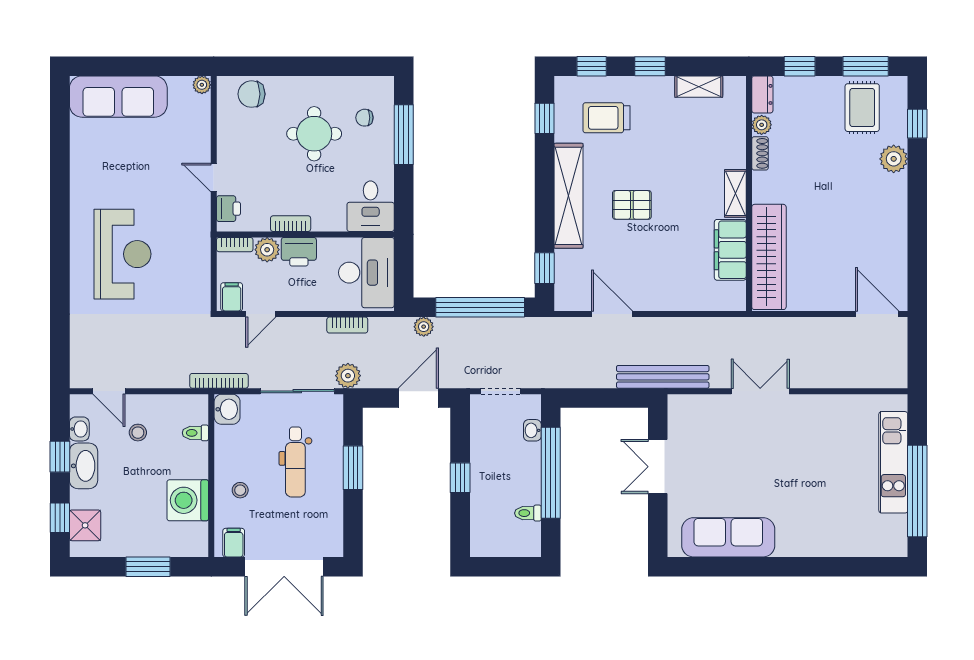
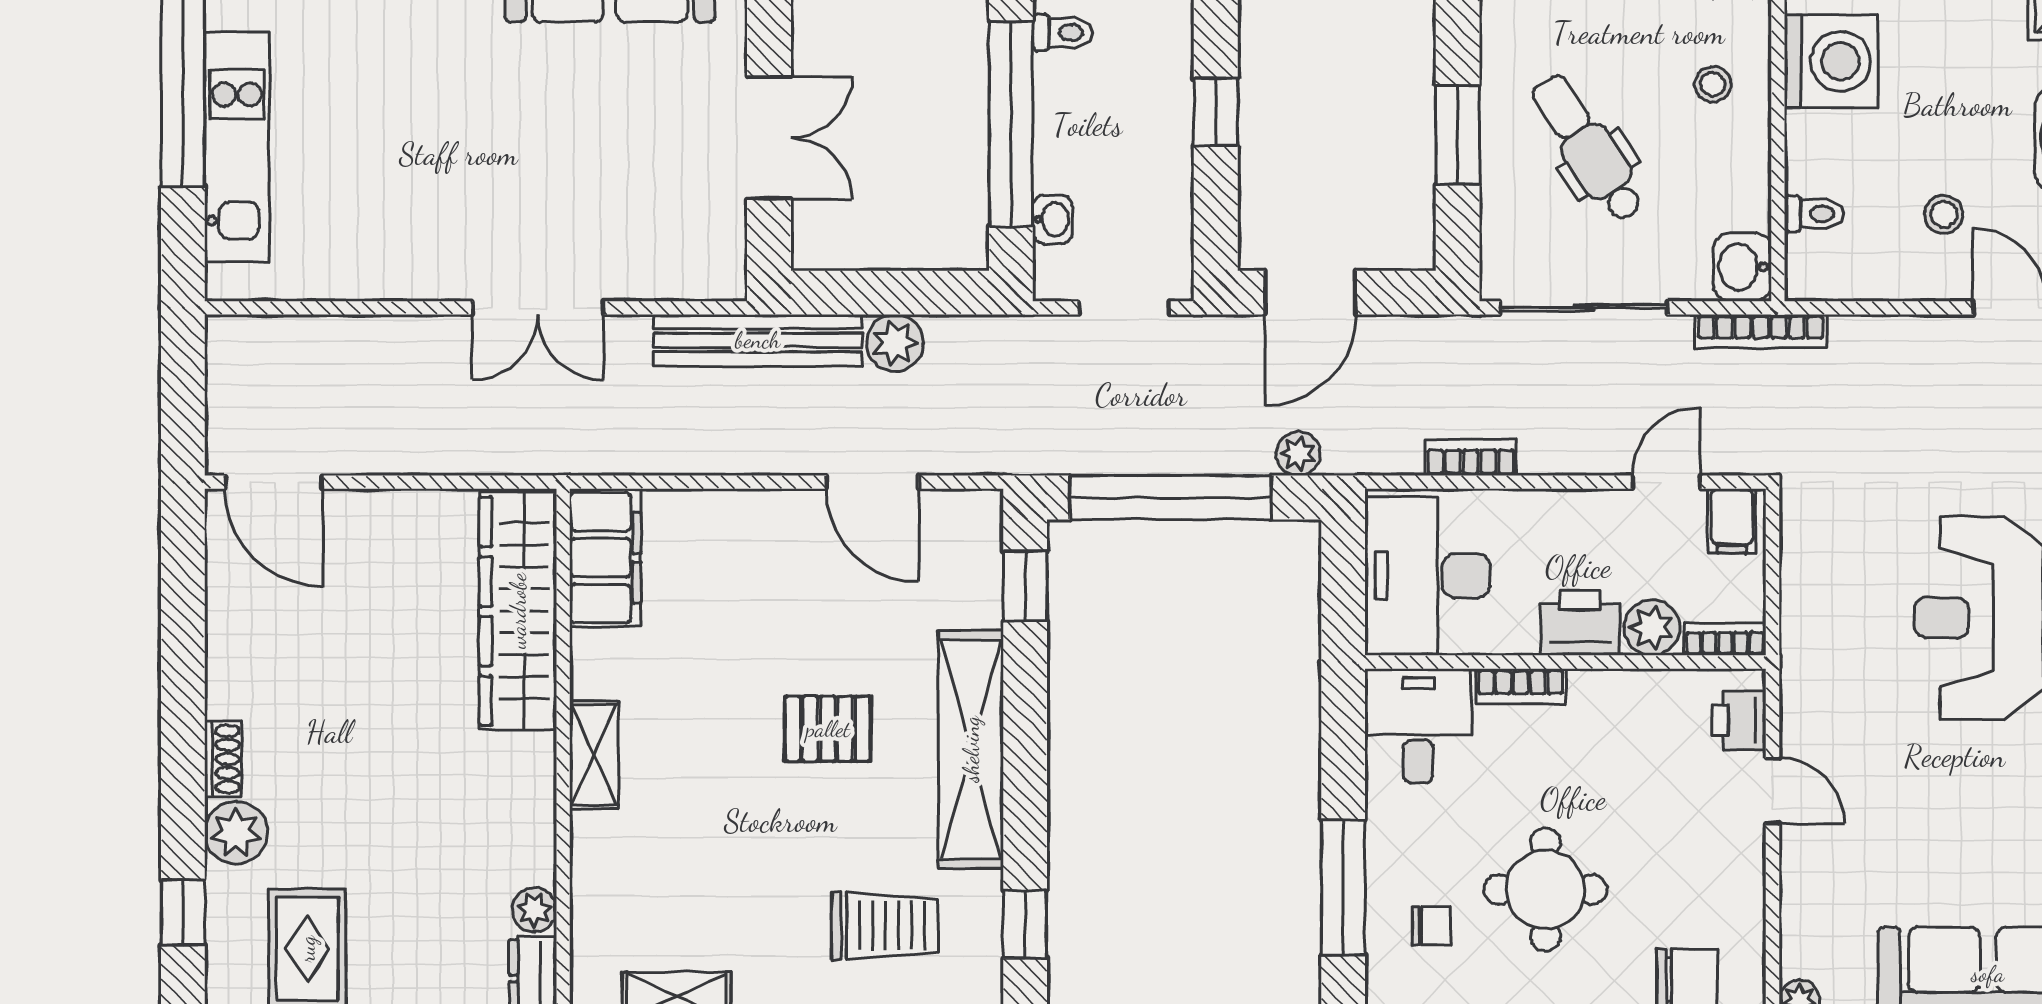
shoe rack: (760, 153) -> (223, 759), moved, turned 180
bookcase: (291, 224) -> (1521, 687), moved
filing cabinet: (730, 250) -> (605, 558), moved
plant: (348, 376) -> (895, 343), moved
dental chair: (295, 462) -> (1588, 148), turned -33

